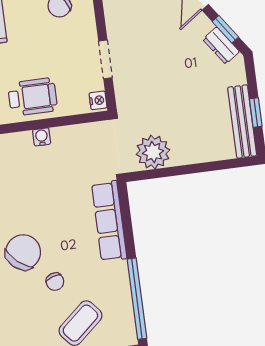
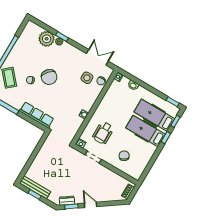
wheelchair: (33, 97) -> (103, 133), moved
plant: (153, 152) -> (49, 149), removed

